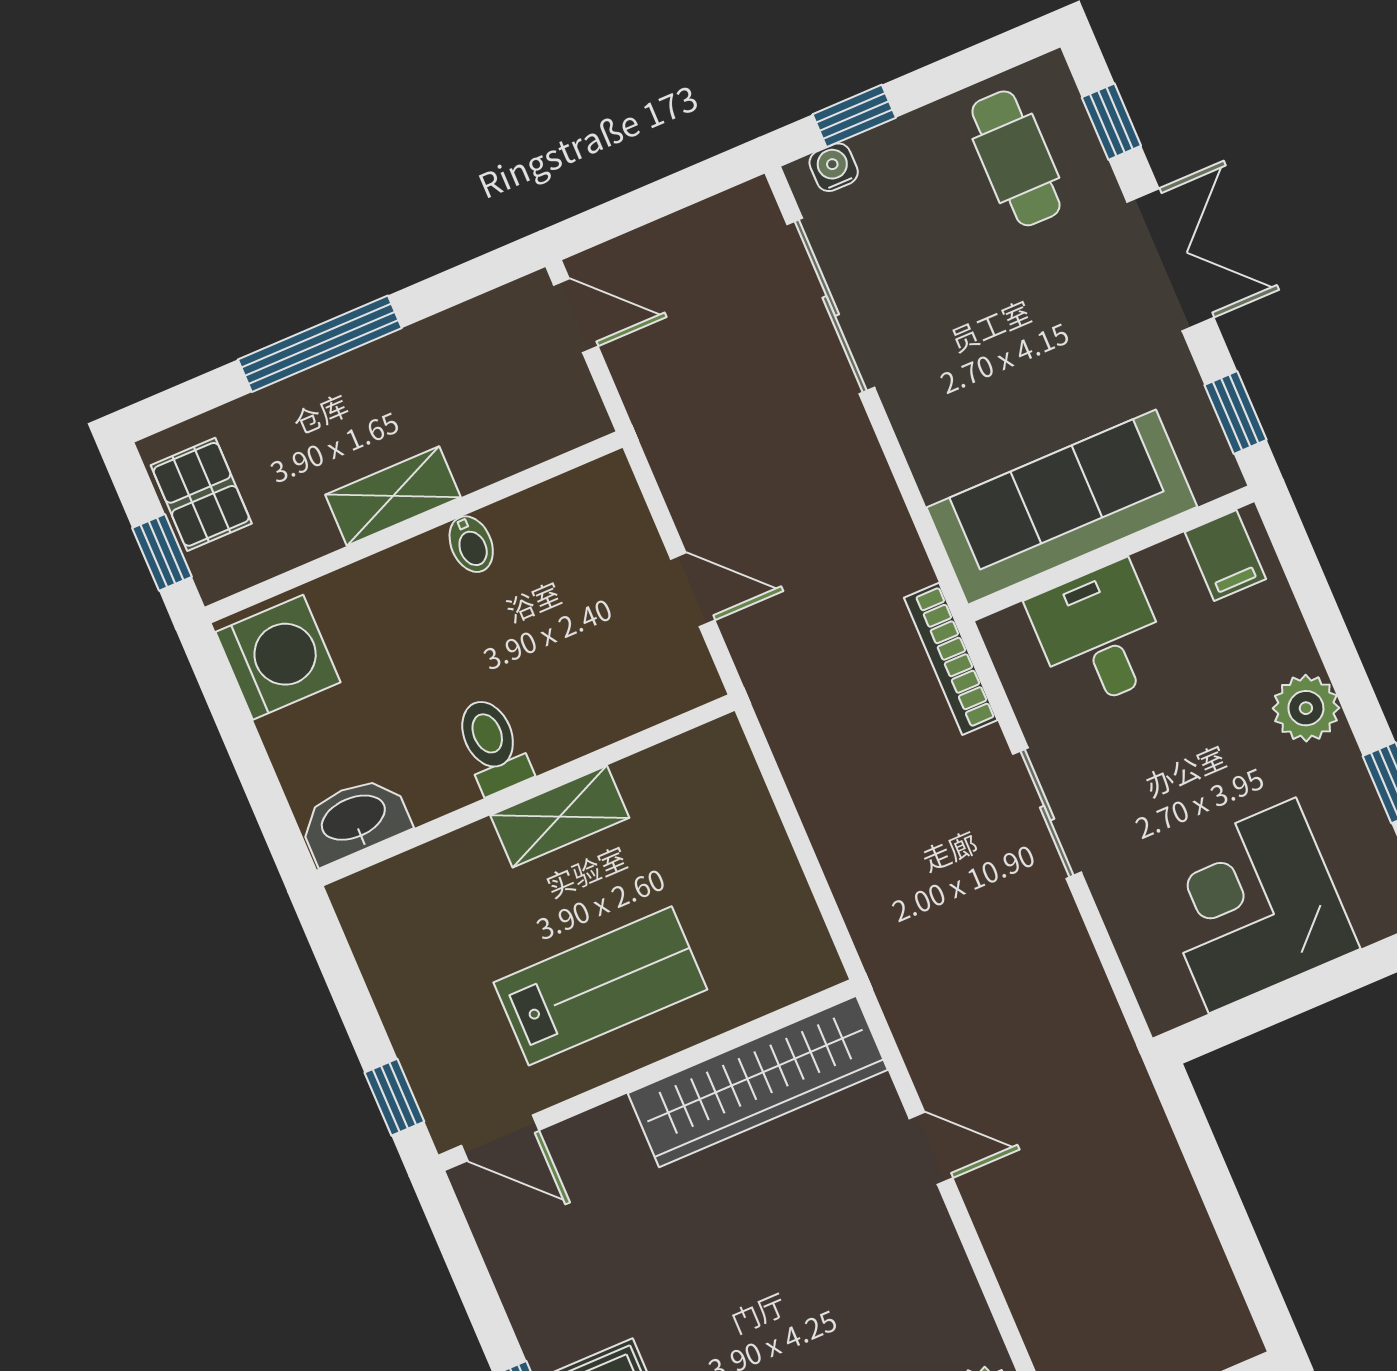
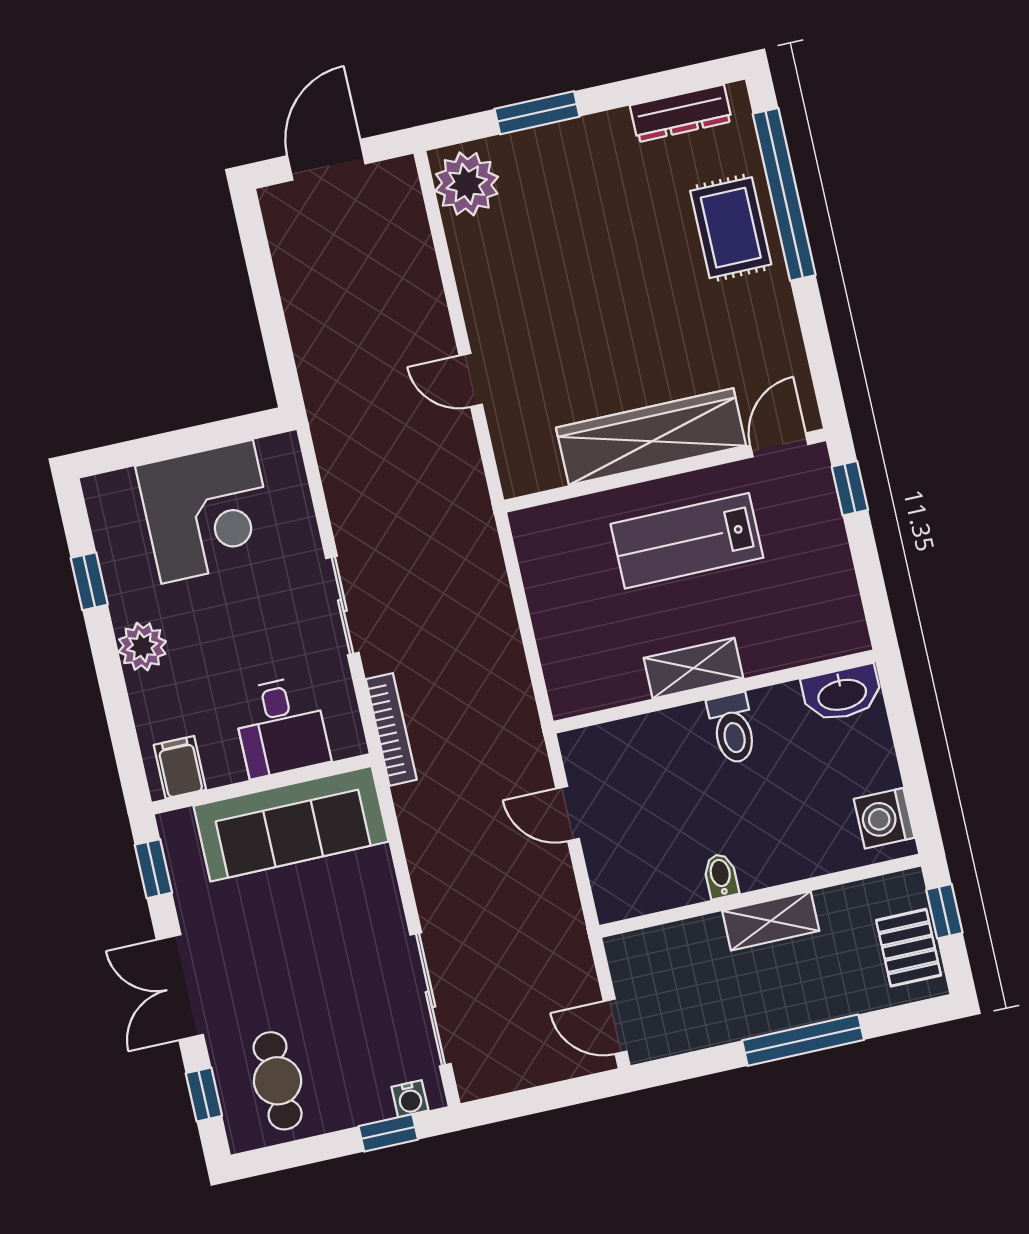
washing machine: (278, 657) -> (884, 818), width x0.73, depth x0.73
wardrobe: (758, 1081) -> (651, 437), moved
door: (500, 1138) -> (779, 445), hinge flipped

